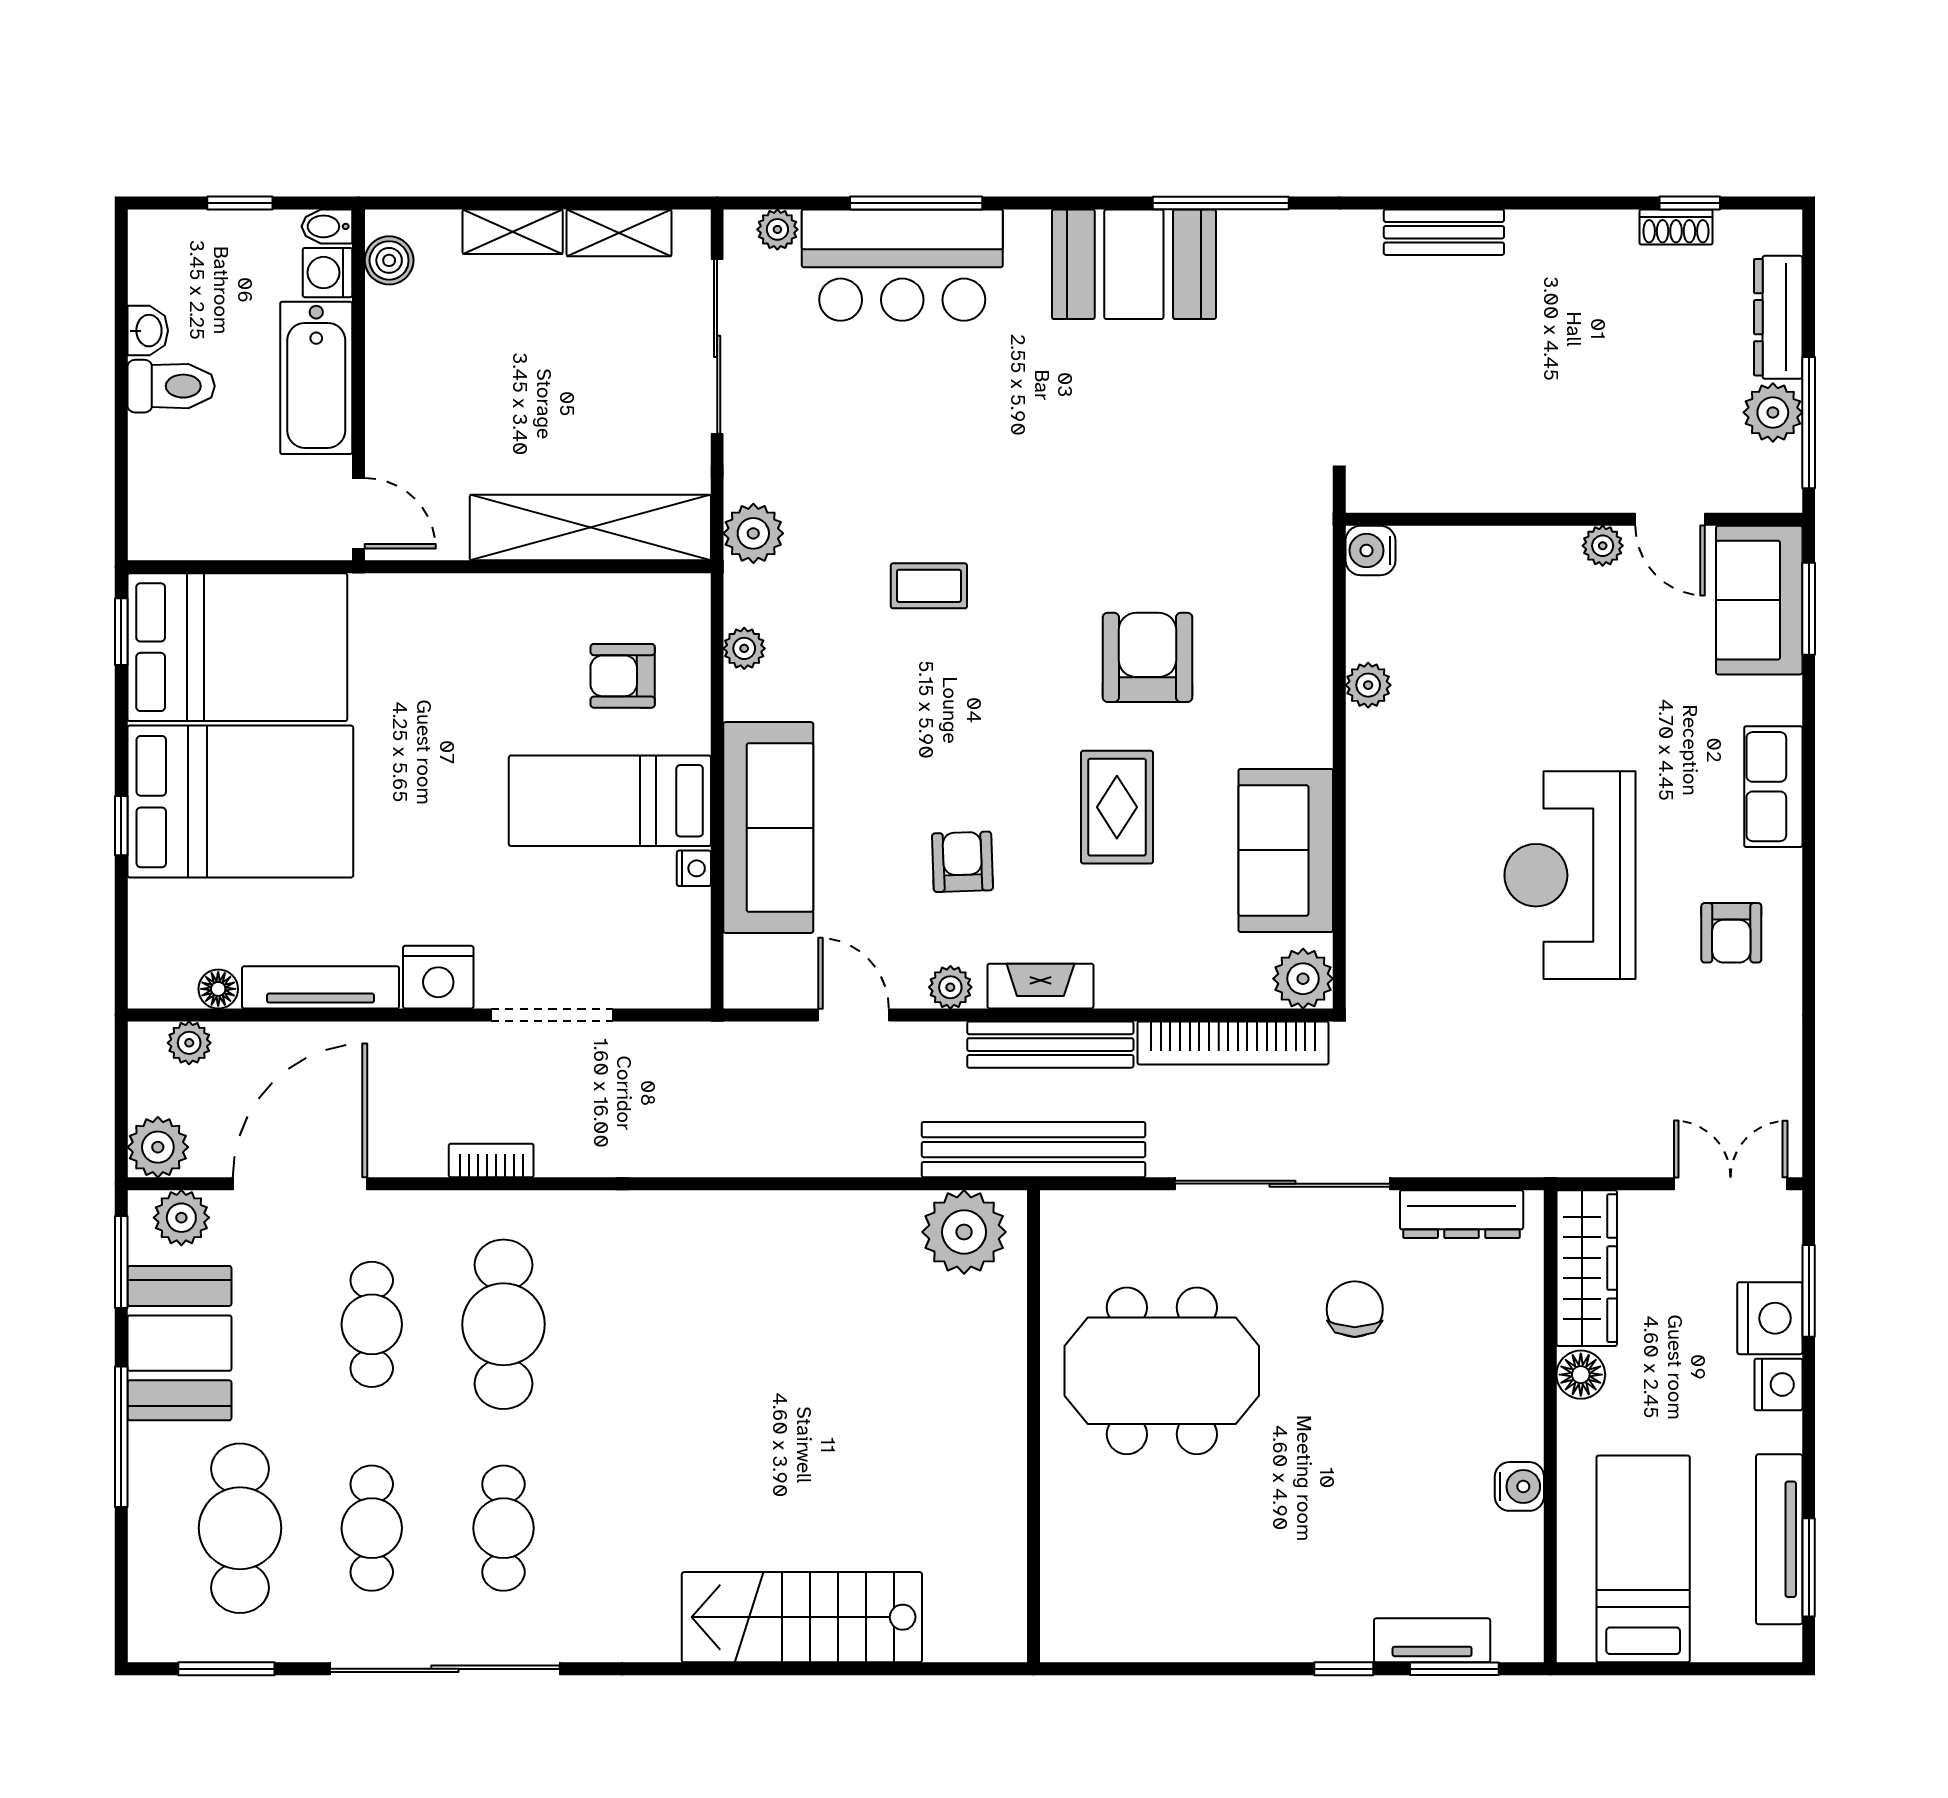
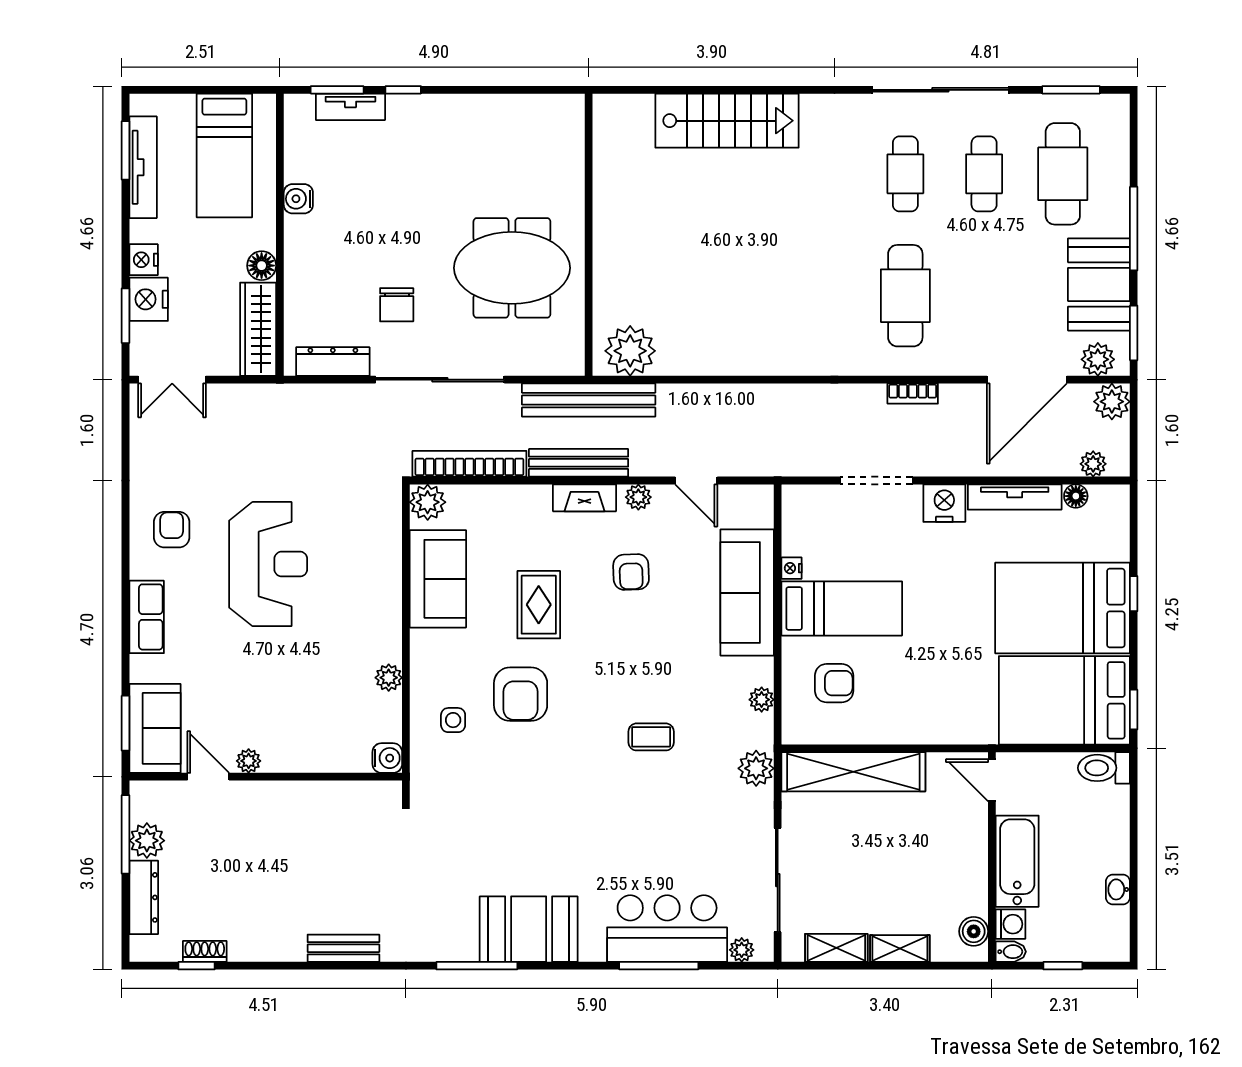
toilet: (171, 386) -> (1104, 768), moved
side table: (1260, 614) -> (453, 720), added
cafe table: (372, 1324) -> (984, 296), removed

